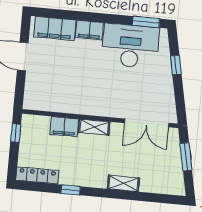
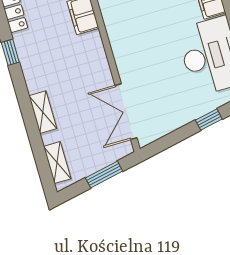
shelving: (94, 127) -> (57, 163), moved

